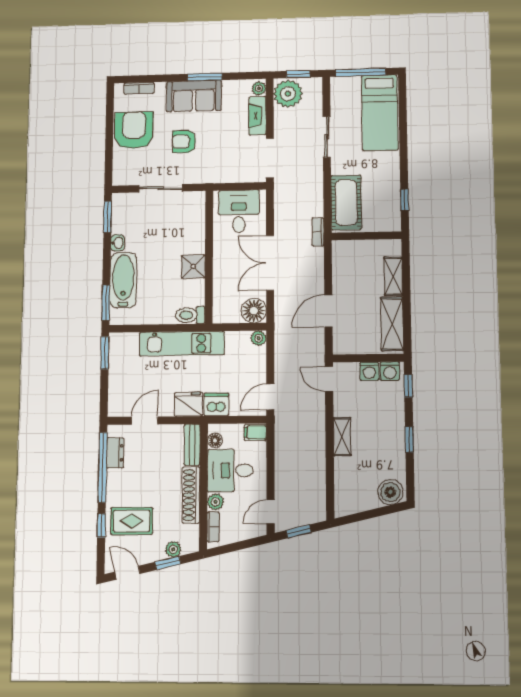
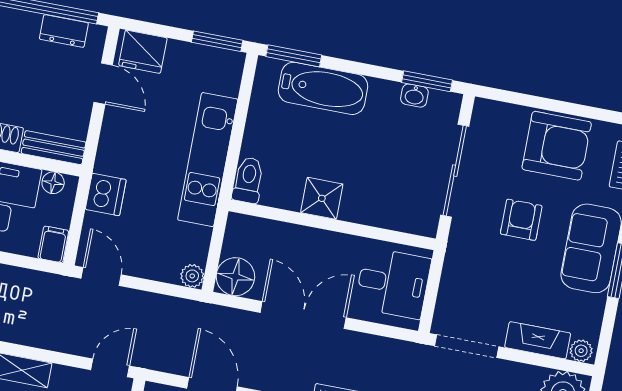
sliding door: (161, 188) -> (455, 171), width x1.37
washbasin: (118, 243) -> (414, 96), moved
fridge: (189, 404) -> (143, 52), moved, turned 90

